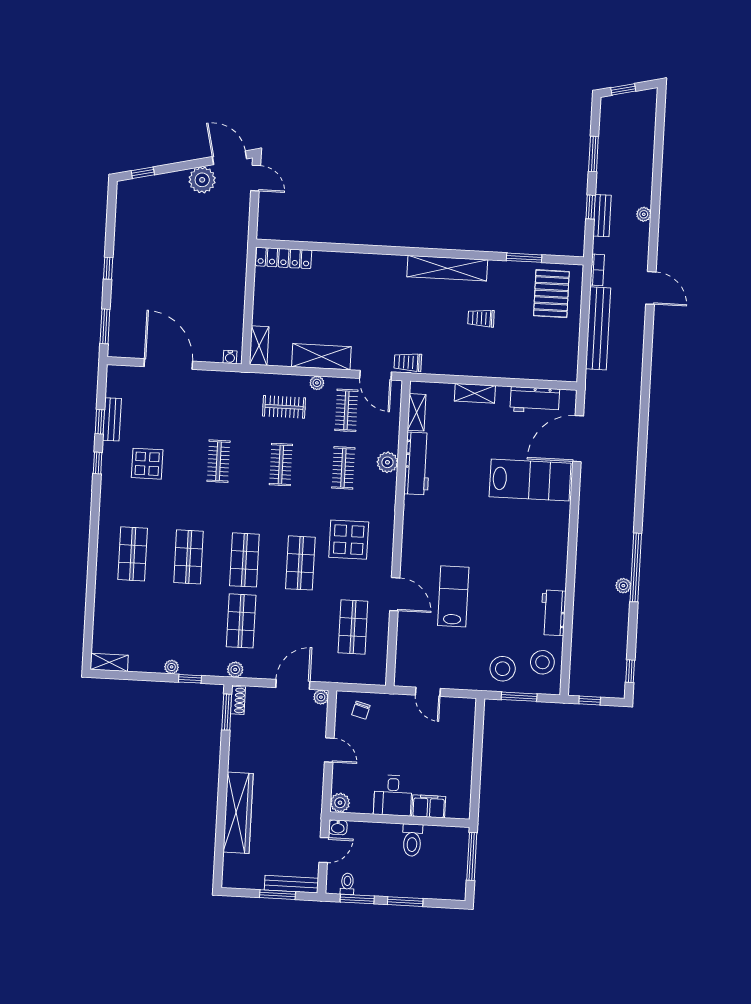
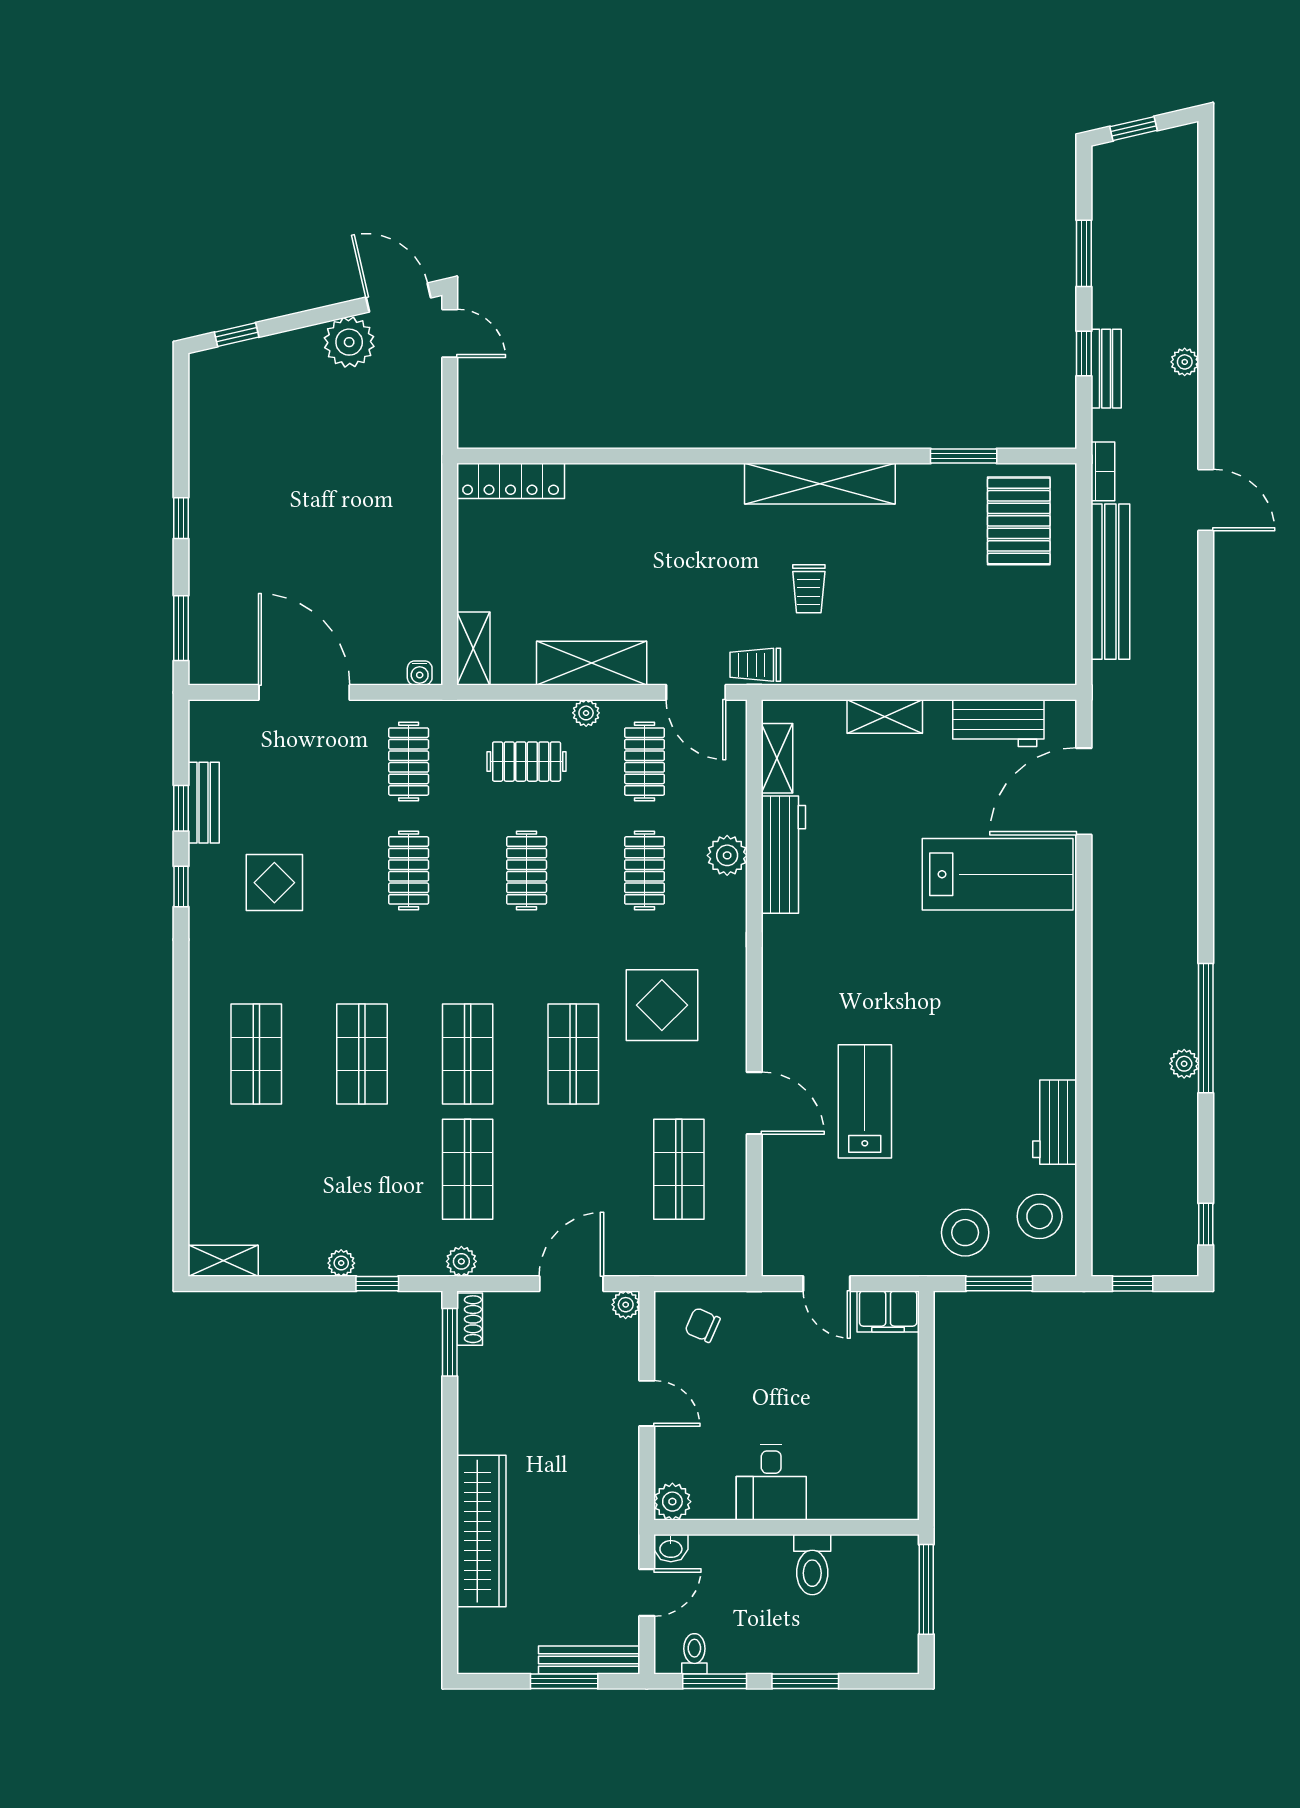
trolley: (481, 318) -> (809, 589), moved, turned -90
clothes rail: (222, 404) -> (409, 762), added
chair: (361, 710) -> (702, 1325), turned 99
filing cabinet: (429, 806) -> (888, 1311), moved, turned 180

